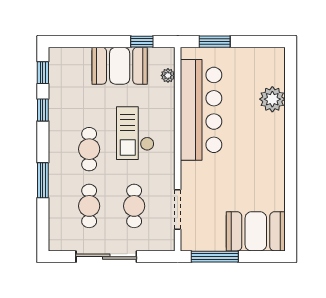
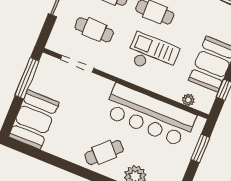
cafe table: (260, 142) -> (104, 152), added

